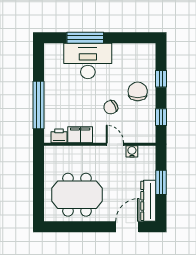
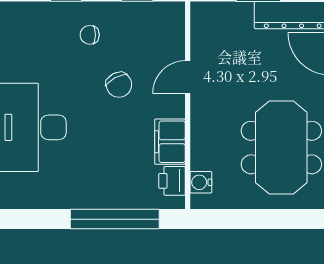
chair: (138, 91) -> (90, 35), width x0.54, depth x0.54
water cooler: (132, 151) -> (201, 182), moved

